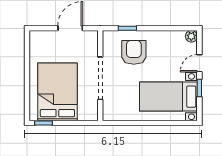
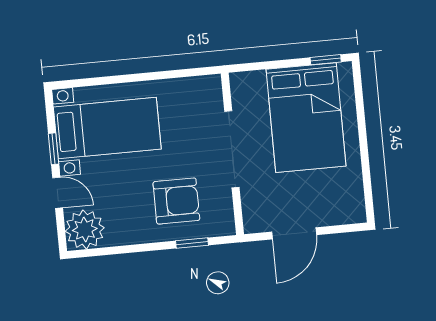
plant: (191, 36) -> (85, 229), width x1.87, depth x1.87
armchair: (134, 52) -> (176, 201), turned -90
door: (199, 63) -> (58, 193), hinge flipped

